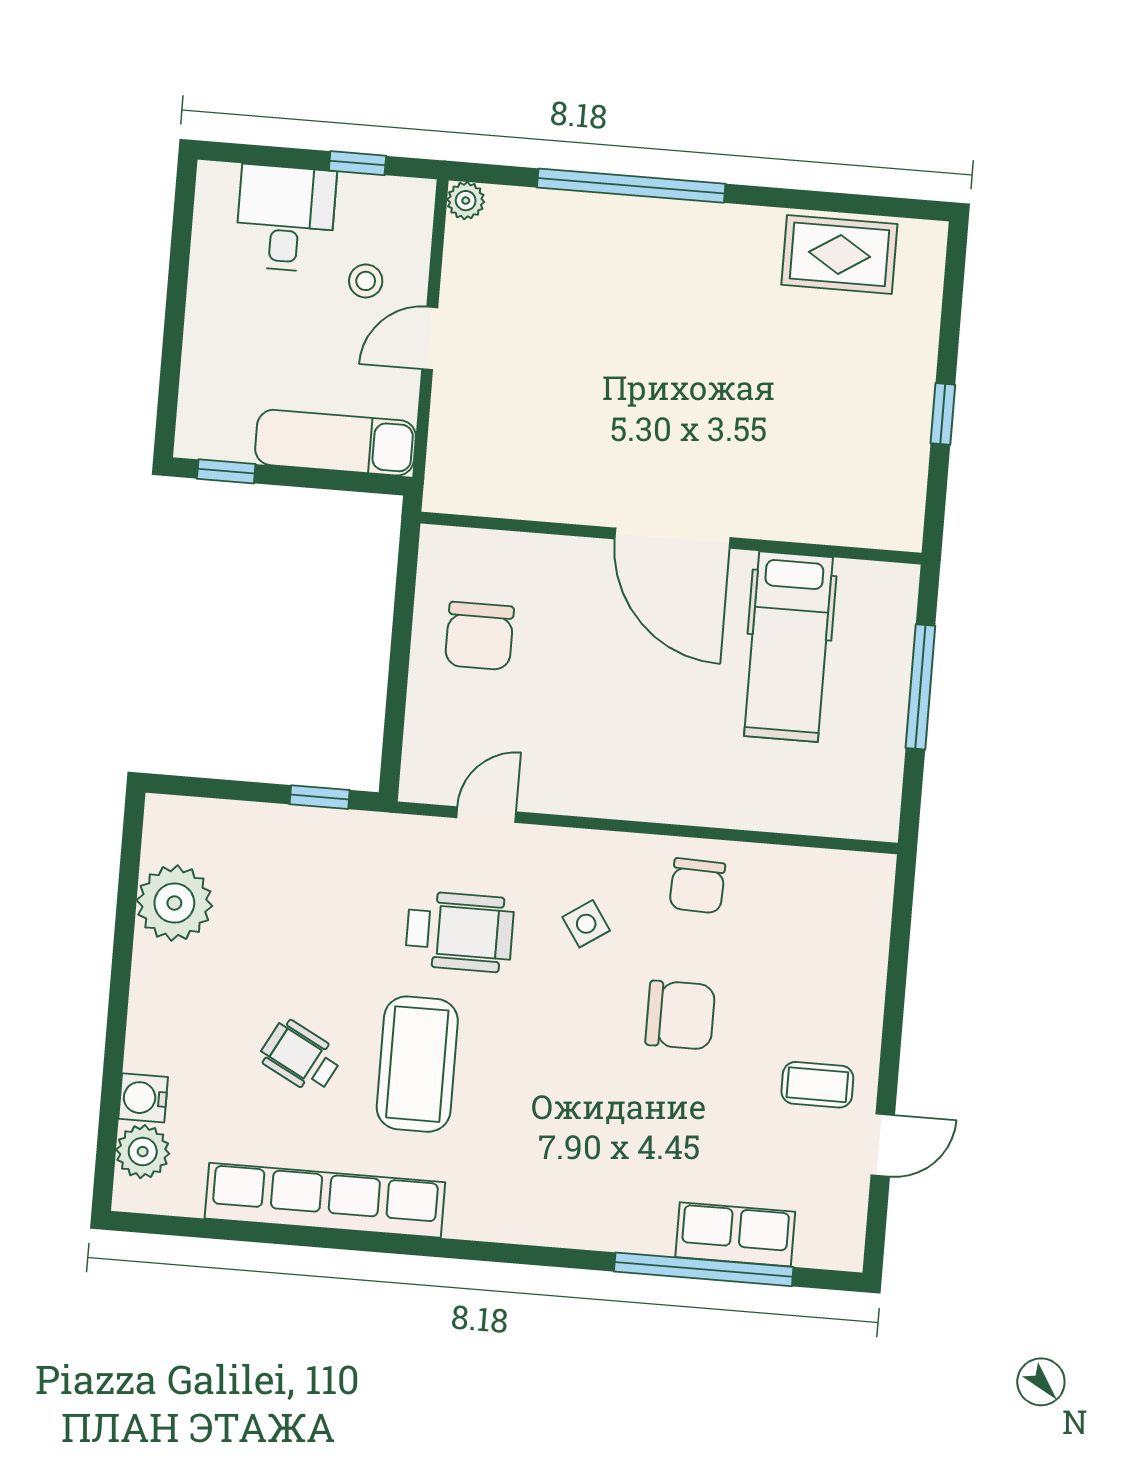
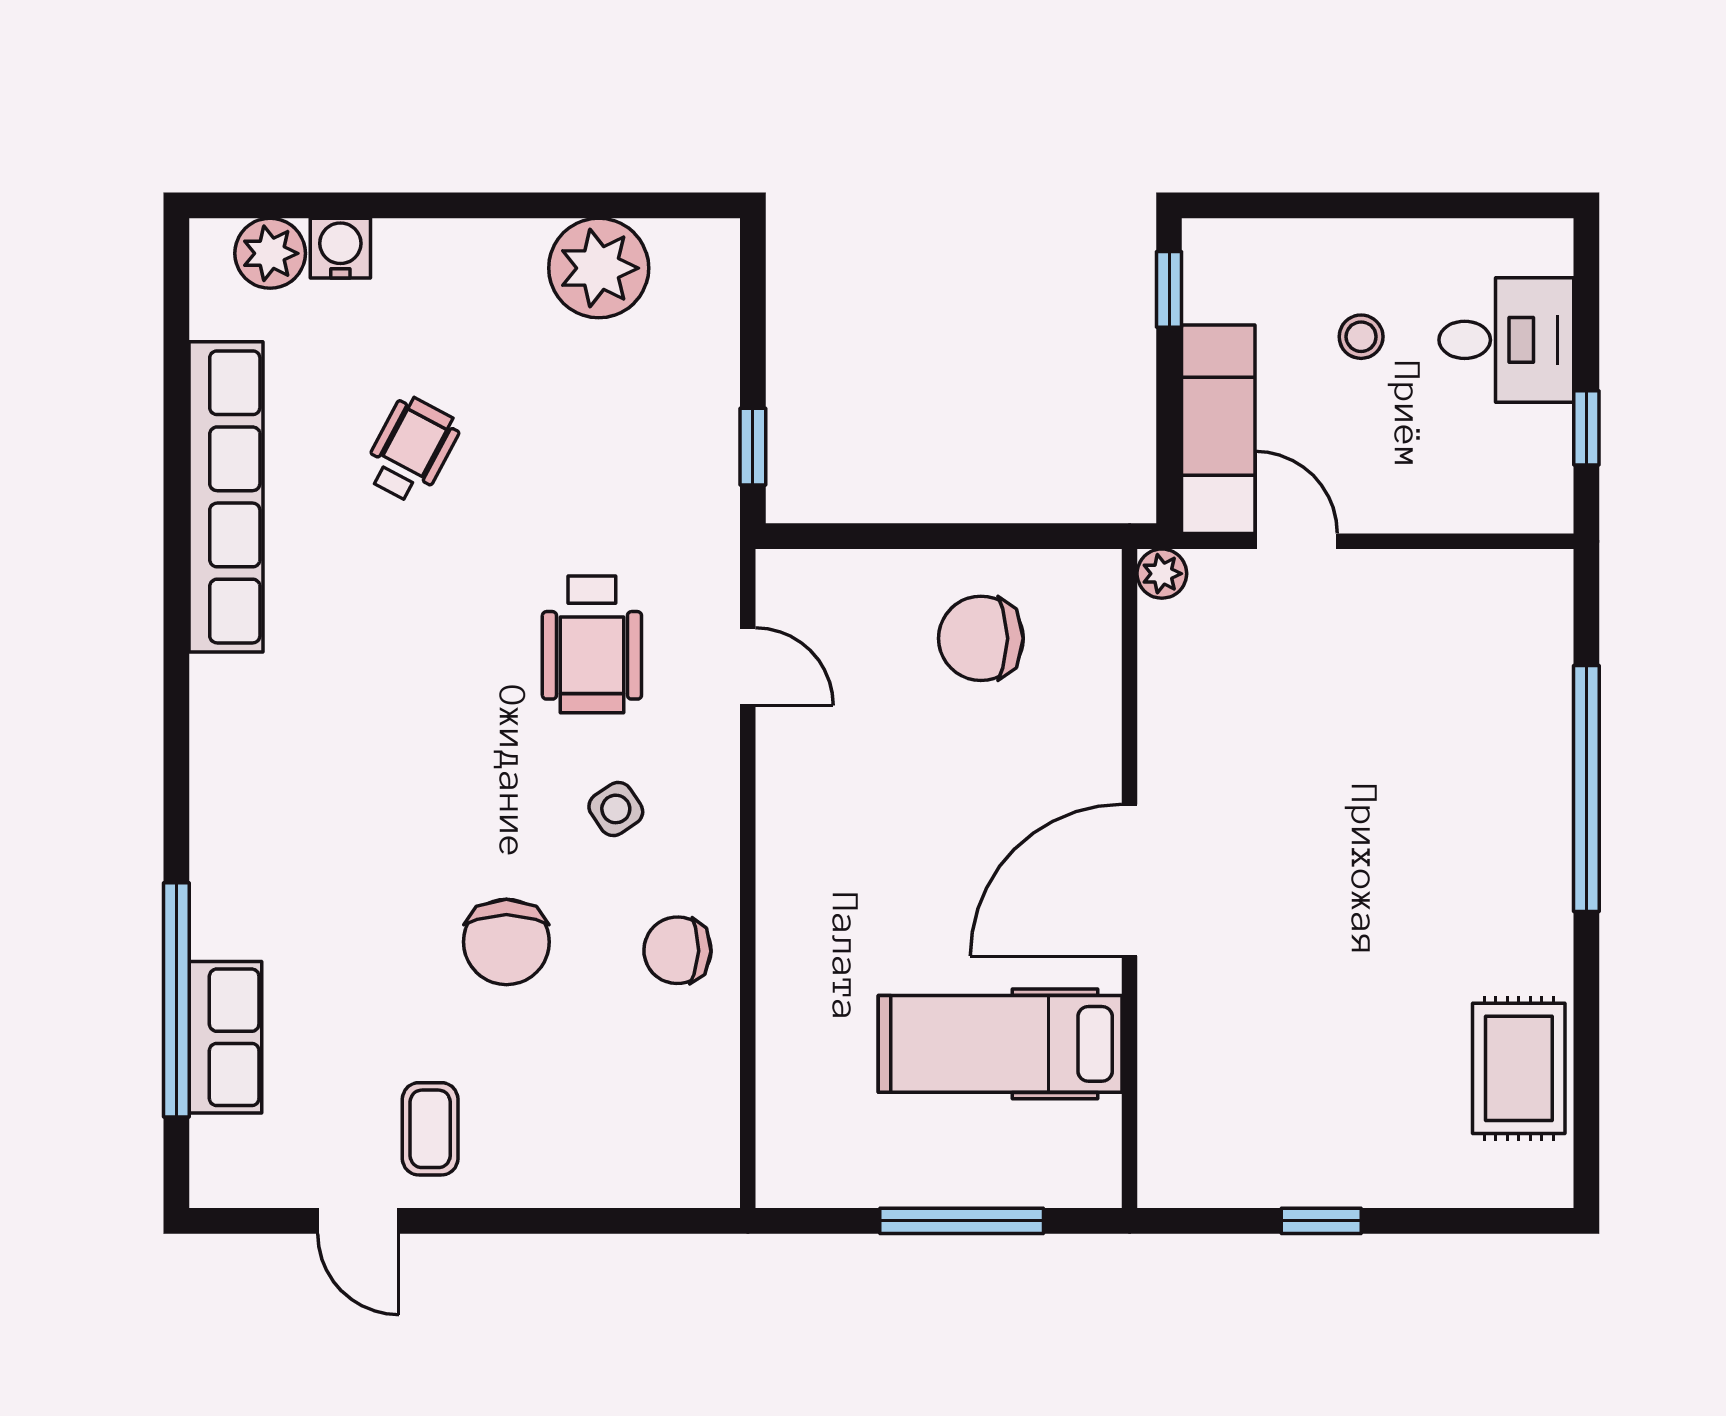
plant: (466, 201) -> (1162, 574), moved
stool: (366, 281) -> (1361, 337), moved
door: (430, 338) -> (1296, 541), moved
coffee table: (417, 1064) -> (414, 603), removed

